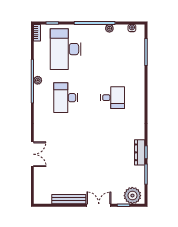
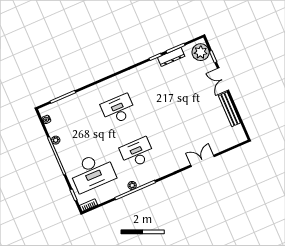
desk: (66, 98) -> (137, 153), turned 180
desk: (113, 98) -> (118, 109), width x1.37
dresser: (140, 152) -> (171, 57), moved

